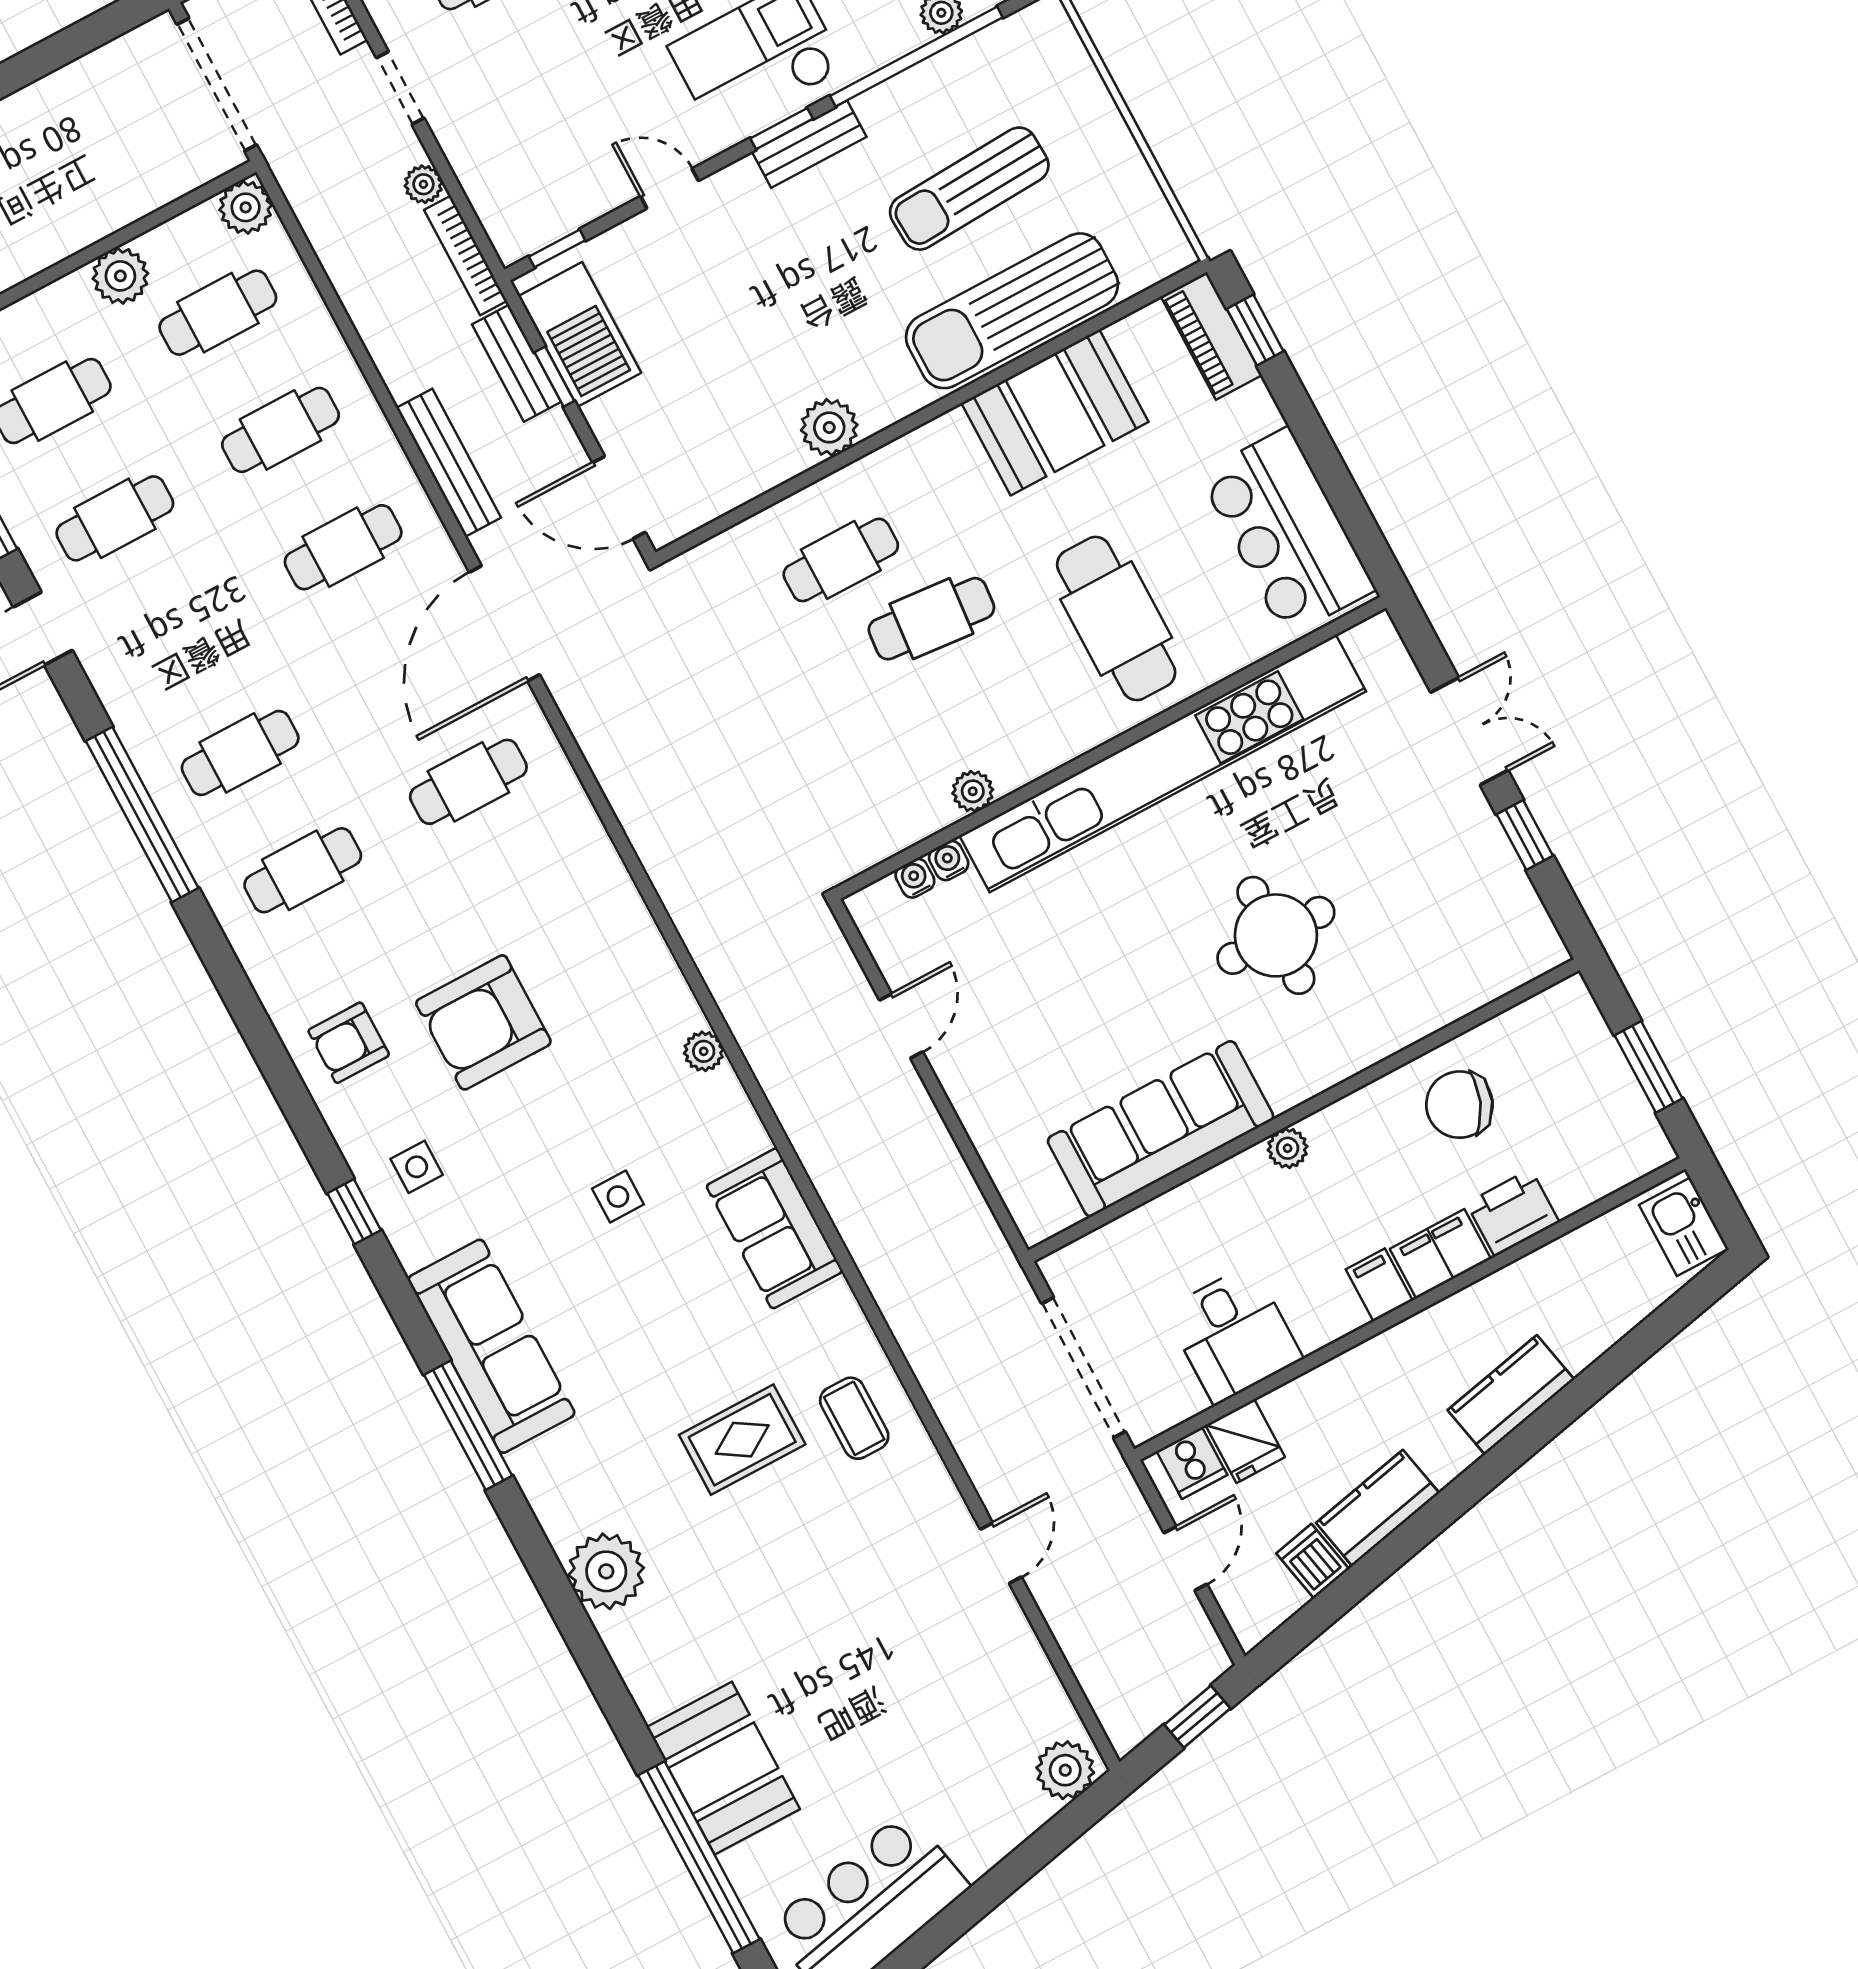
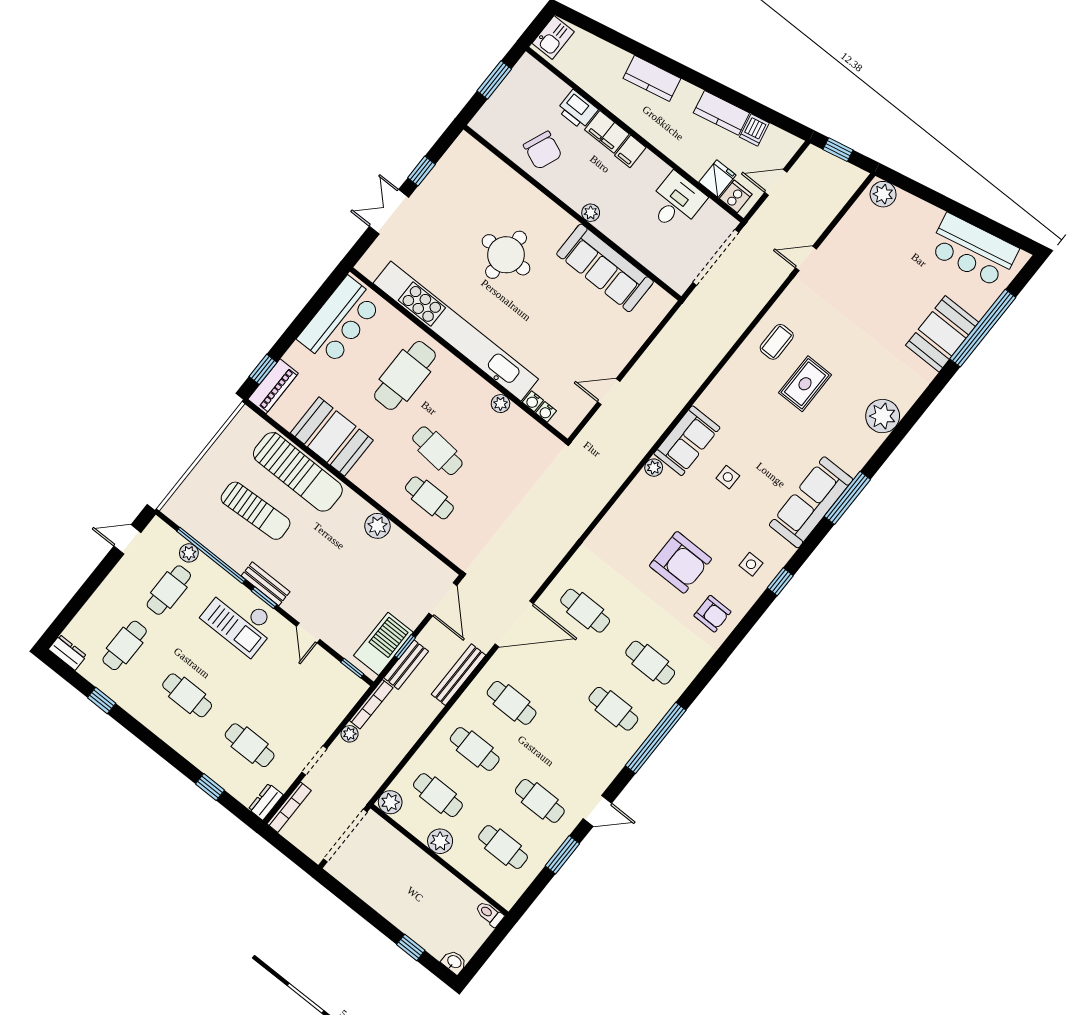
sofa: (775, 1228) -> (687, 441), moved
rug: (742, 1440) -> (805, 384), turned 90

